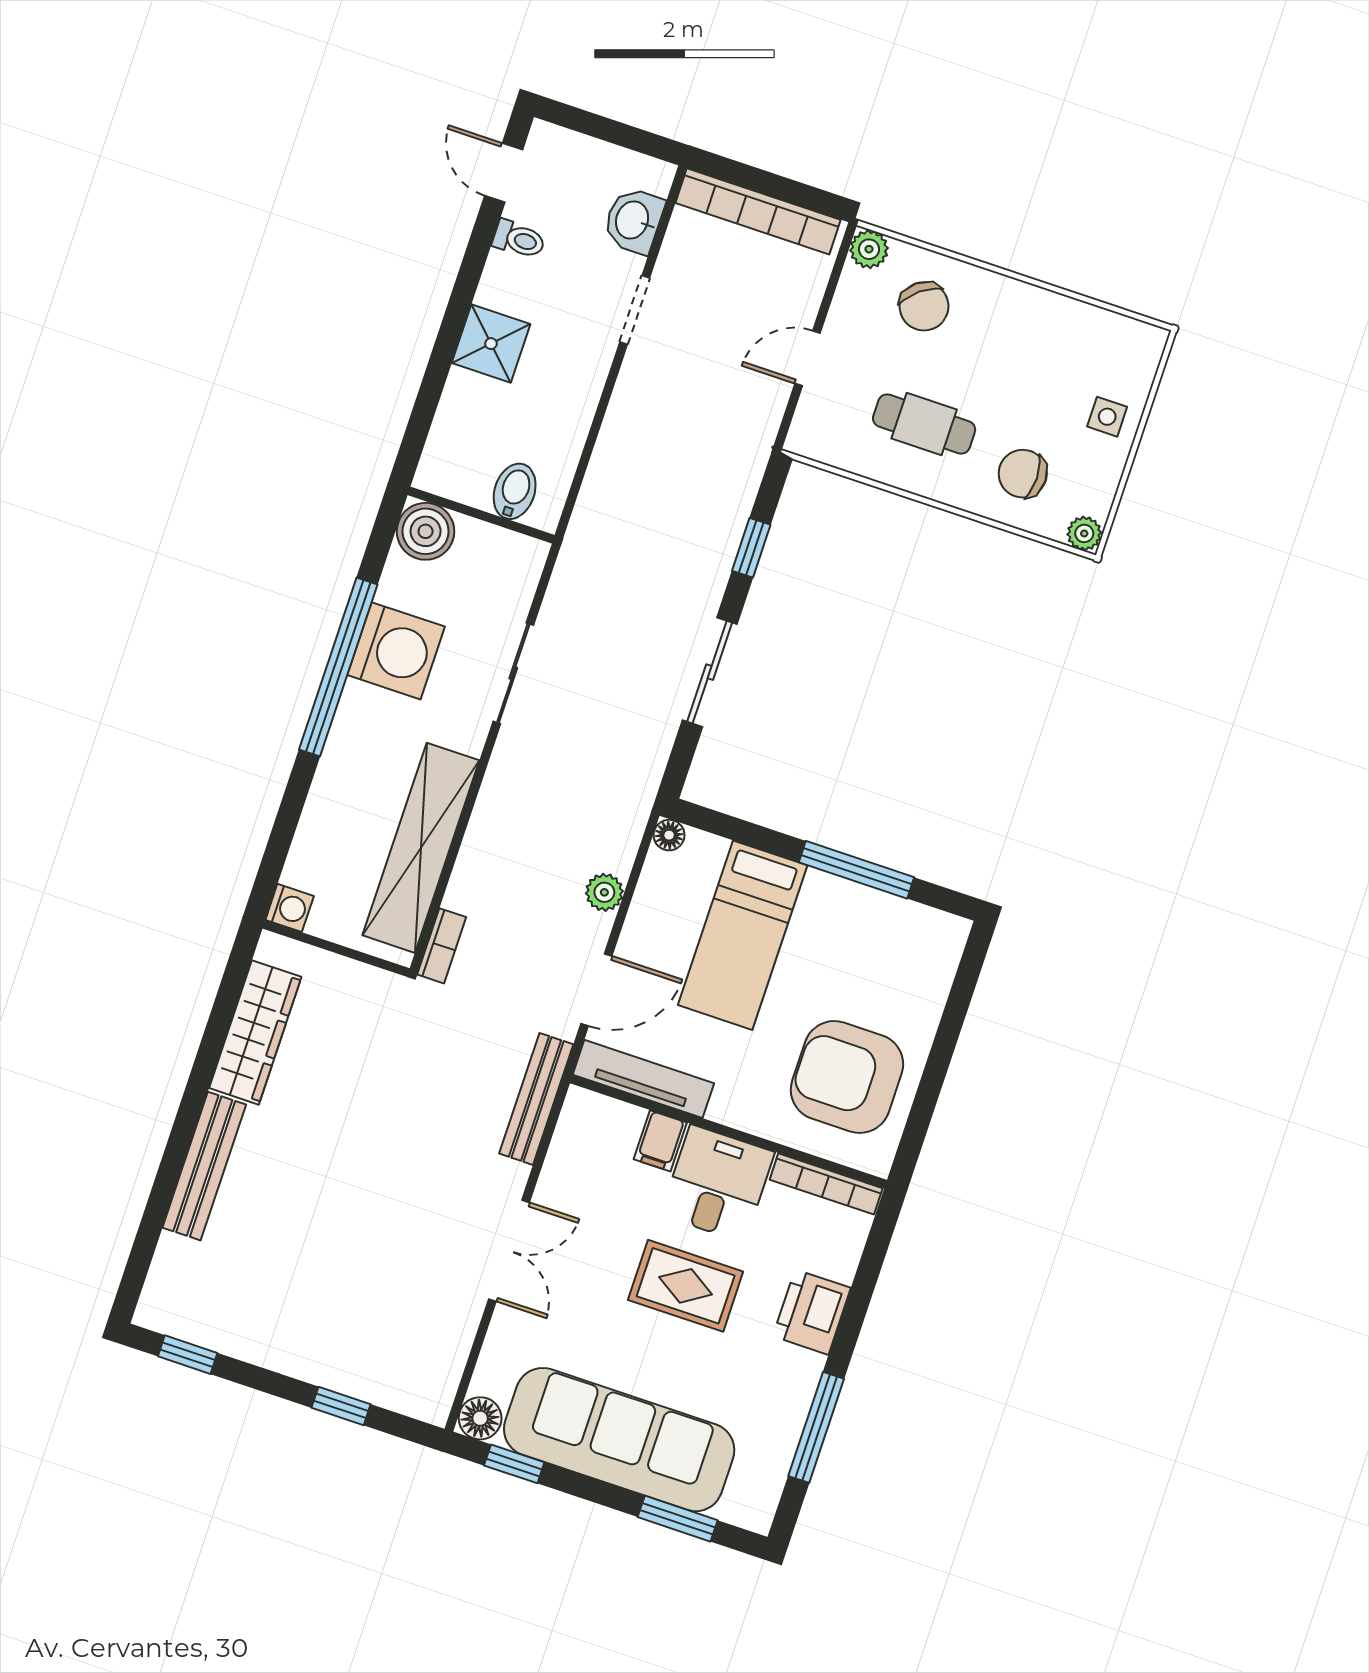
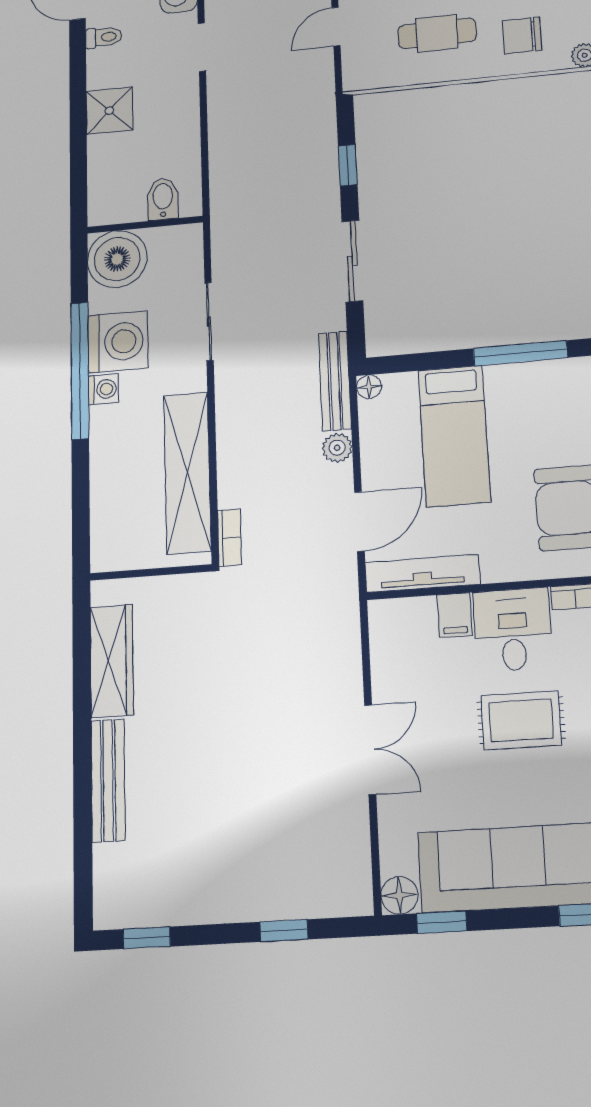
boiler: (426, 531) -> (117, 259), width x1.37, depth x1.37
washing machine: (290, 908) -> (103, 389), moved
bench: (536, 1099) -> (335, 381), moved

